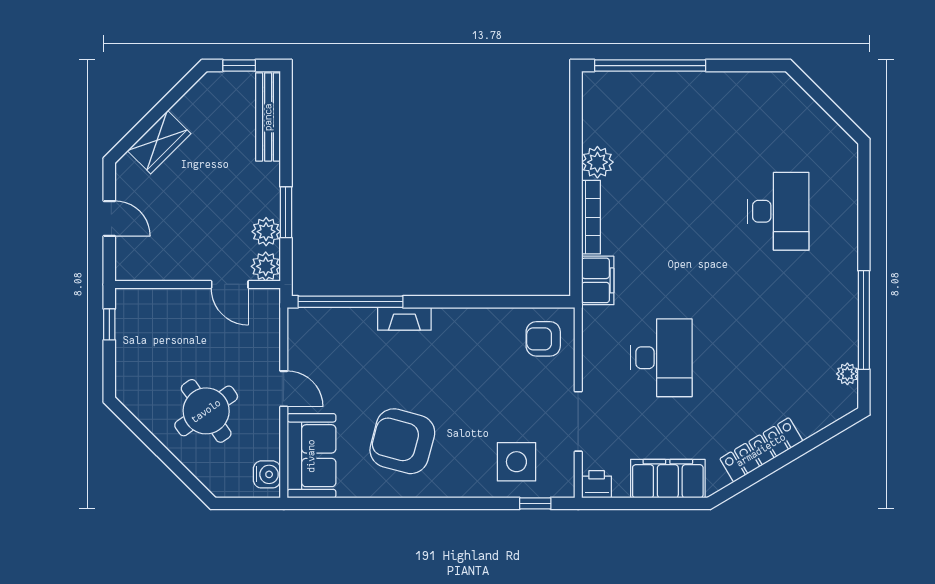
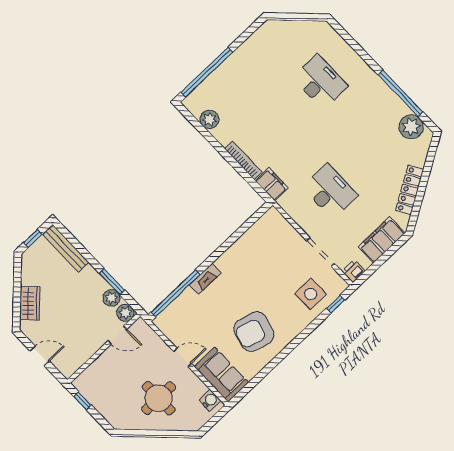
plant: (597, 162) -> (209, 119), moved
armchair: (543, 339) -> (272, 231), removed
plant: (847, 374) -> (411, 127), width x1.88, depth x1.88
round table: (206, 411) -> (159, 398), turned 35

